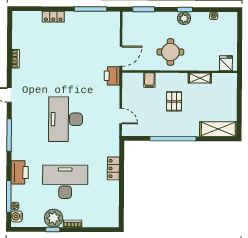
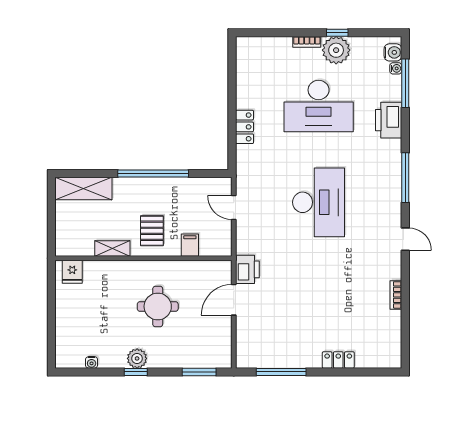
fridge: (226, 63) -> (72, 272), moved
wall: (180, 72) -> (143, 258), moved
shelving: (200, 78) -> (112, 249), moved
filing cabinet: (149, 80) -> (190, 245), moved

